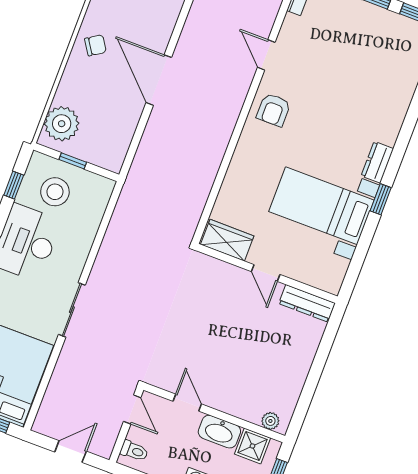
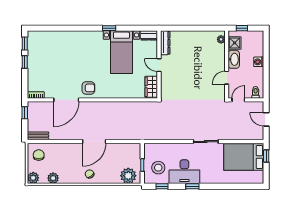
door: (266, 55) -> (66, 100), width x1.88
dresser: (377, 162) -> (149, 35), moved
door: (266, 273) -> (159, 65), swing flipped

